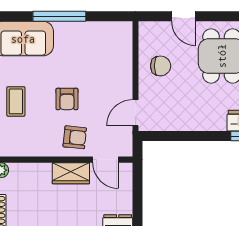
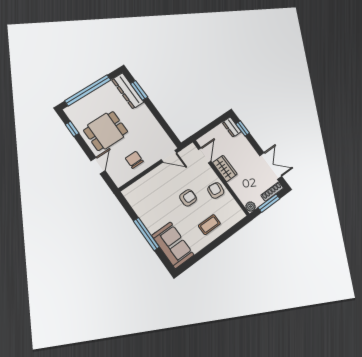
armchair: (75, 137) -> (216, 190), moved

